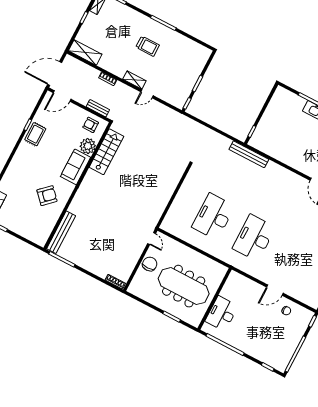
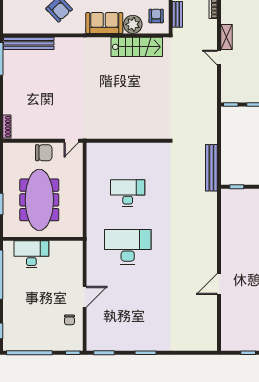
bench: (249, 154) -> (211, 168), moved
desk: (213, 216) -> (128, 193), width x0.73, depth x0.77
door: (275, 290) -> (85, 297), swing flipped

